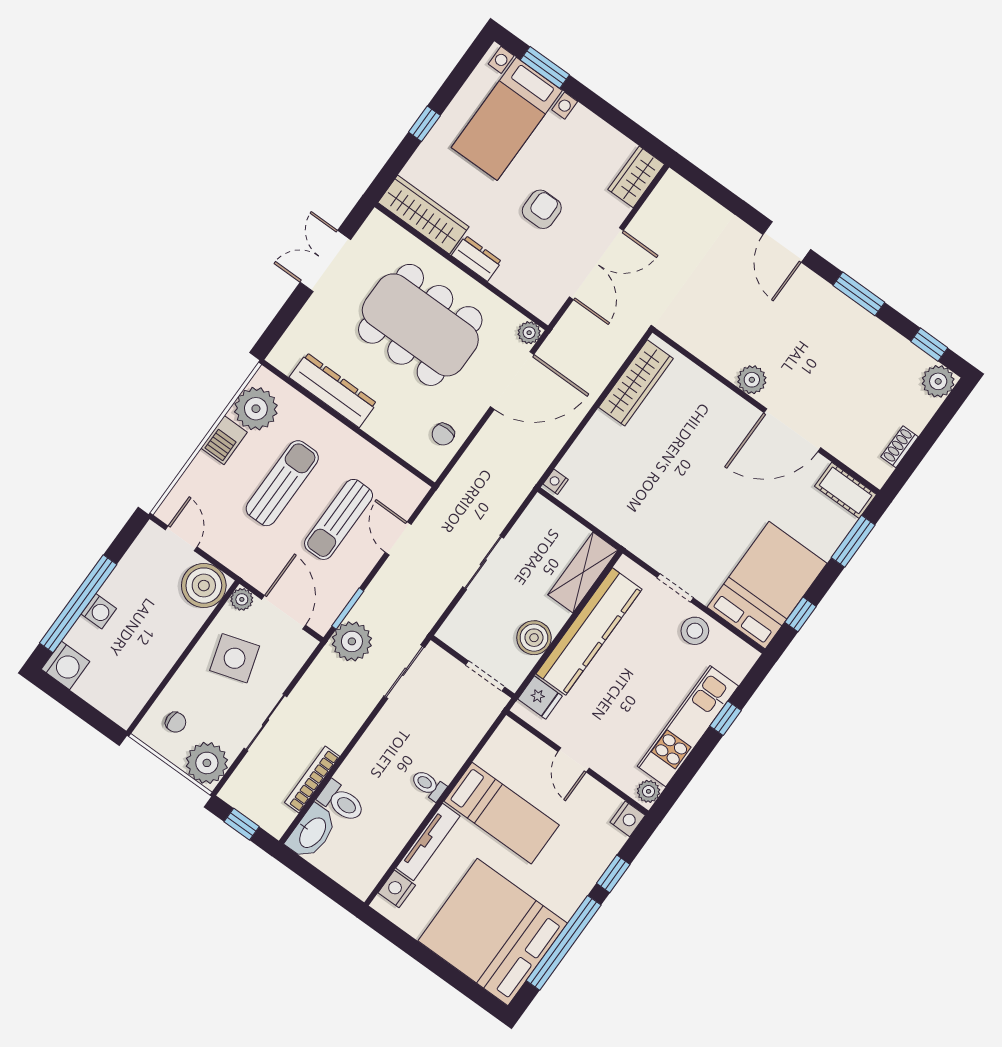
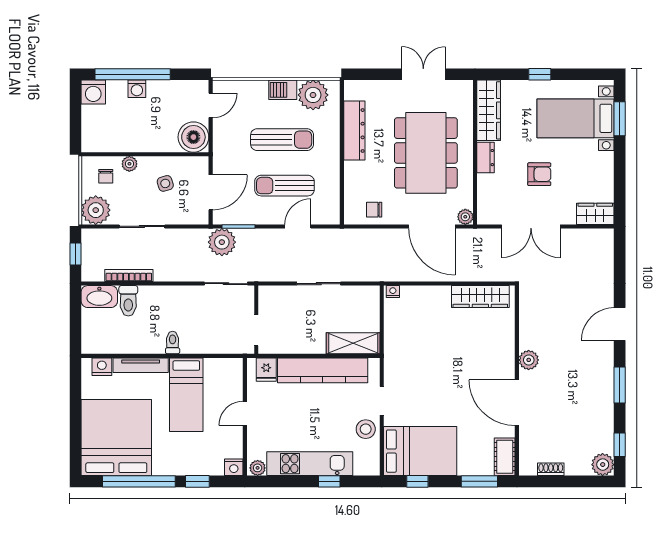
plant: (242, 599) -> (129, 164), moved
boiler: (534, 638) -> (297, 342), removed
side table: (235, 658) -> (165, 183), width x0.54, depth x0.54

